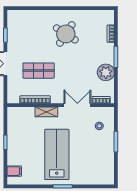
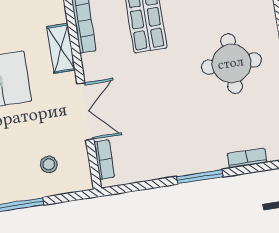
round table: (66, 34) -> (231, 63), turned -33
plant: (106, 72) -> (164, 160), removed

